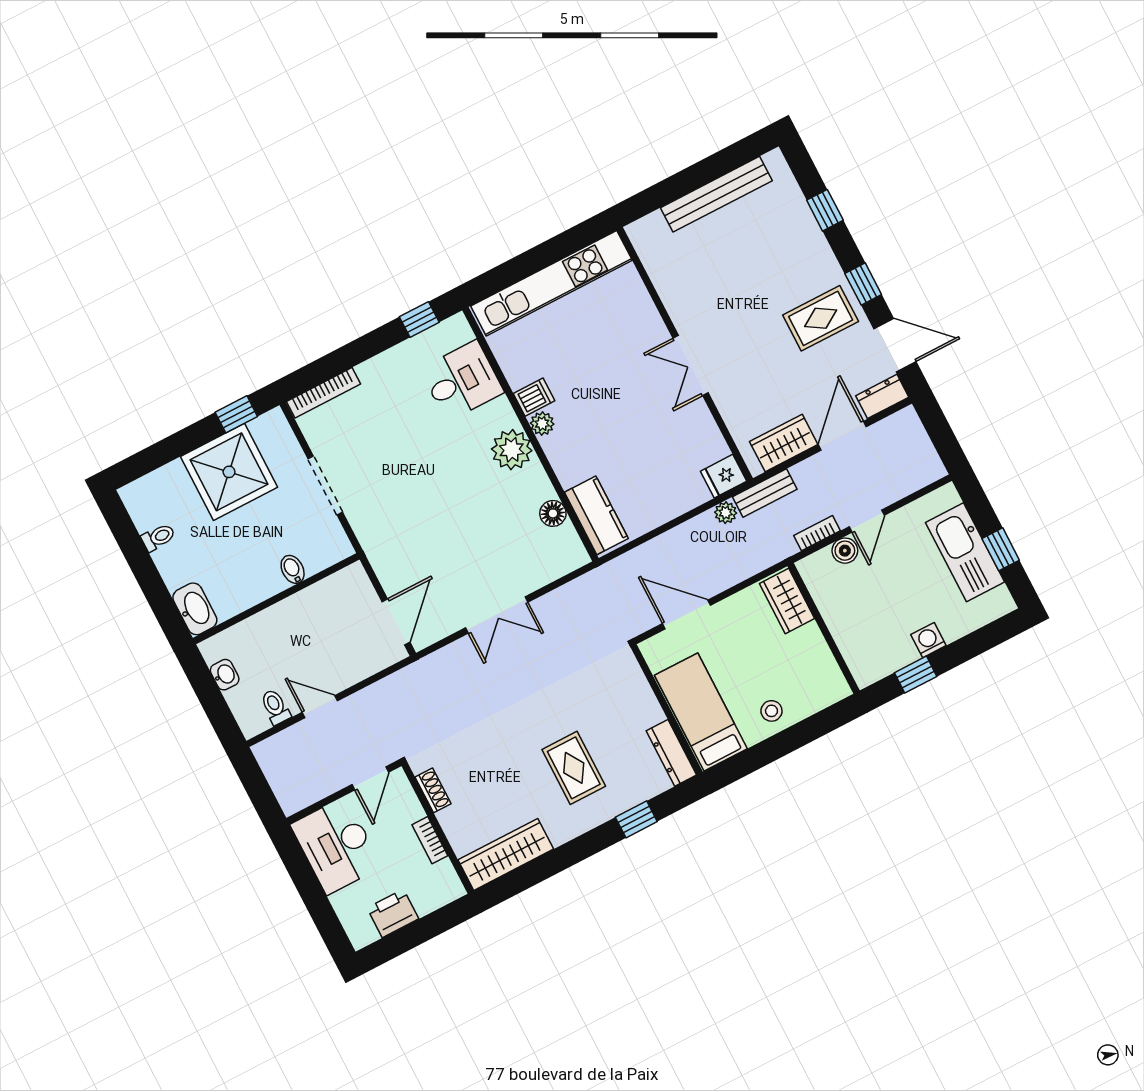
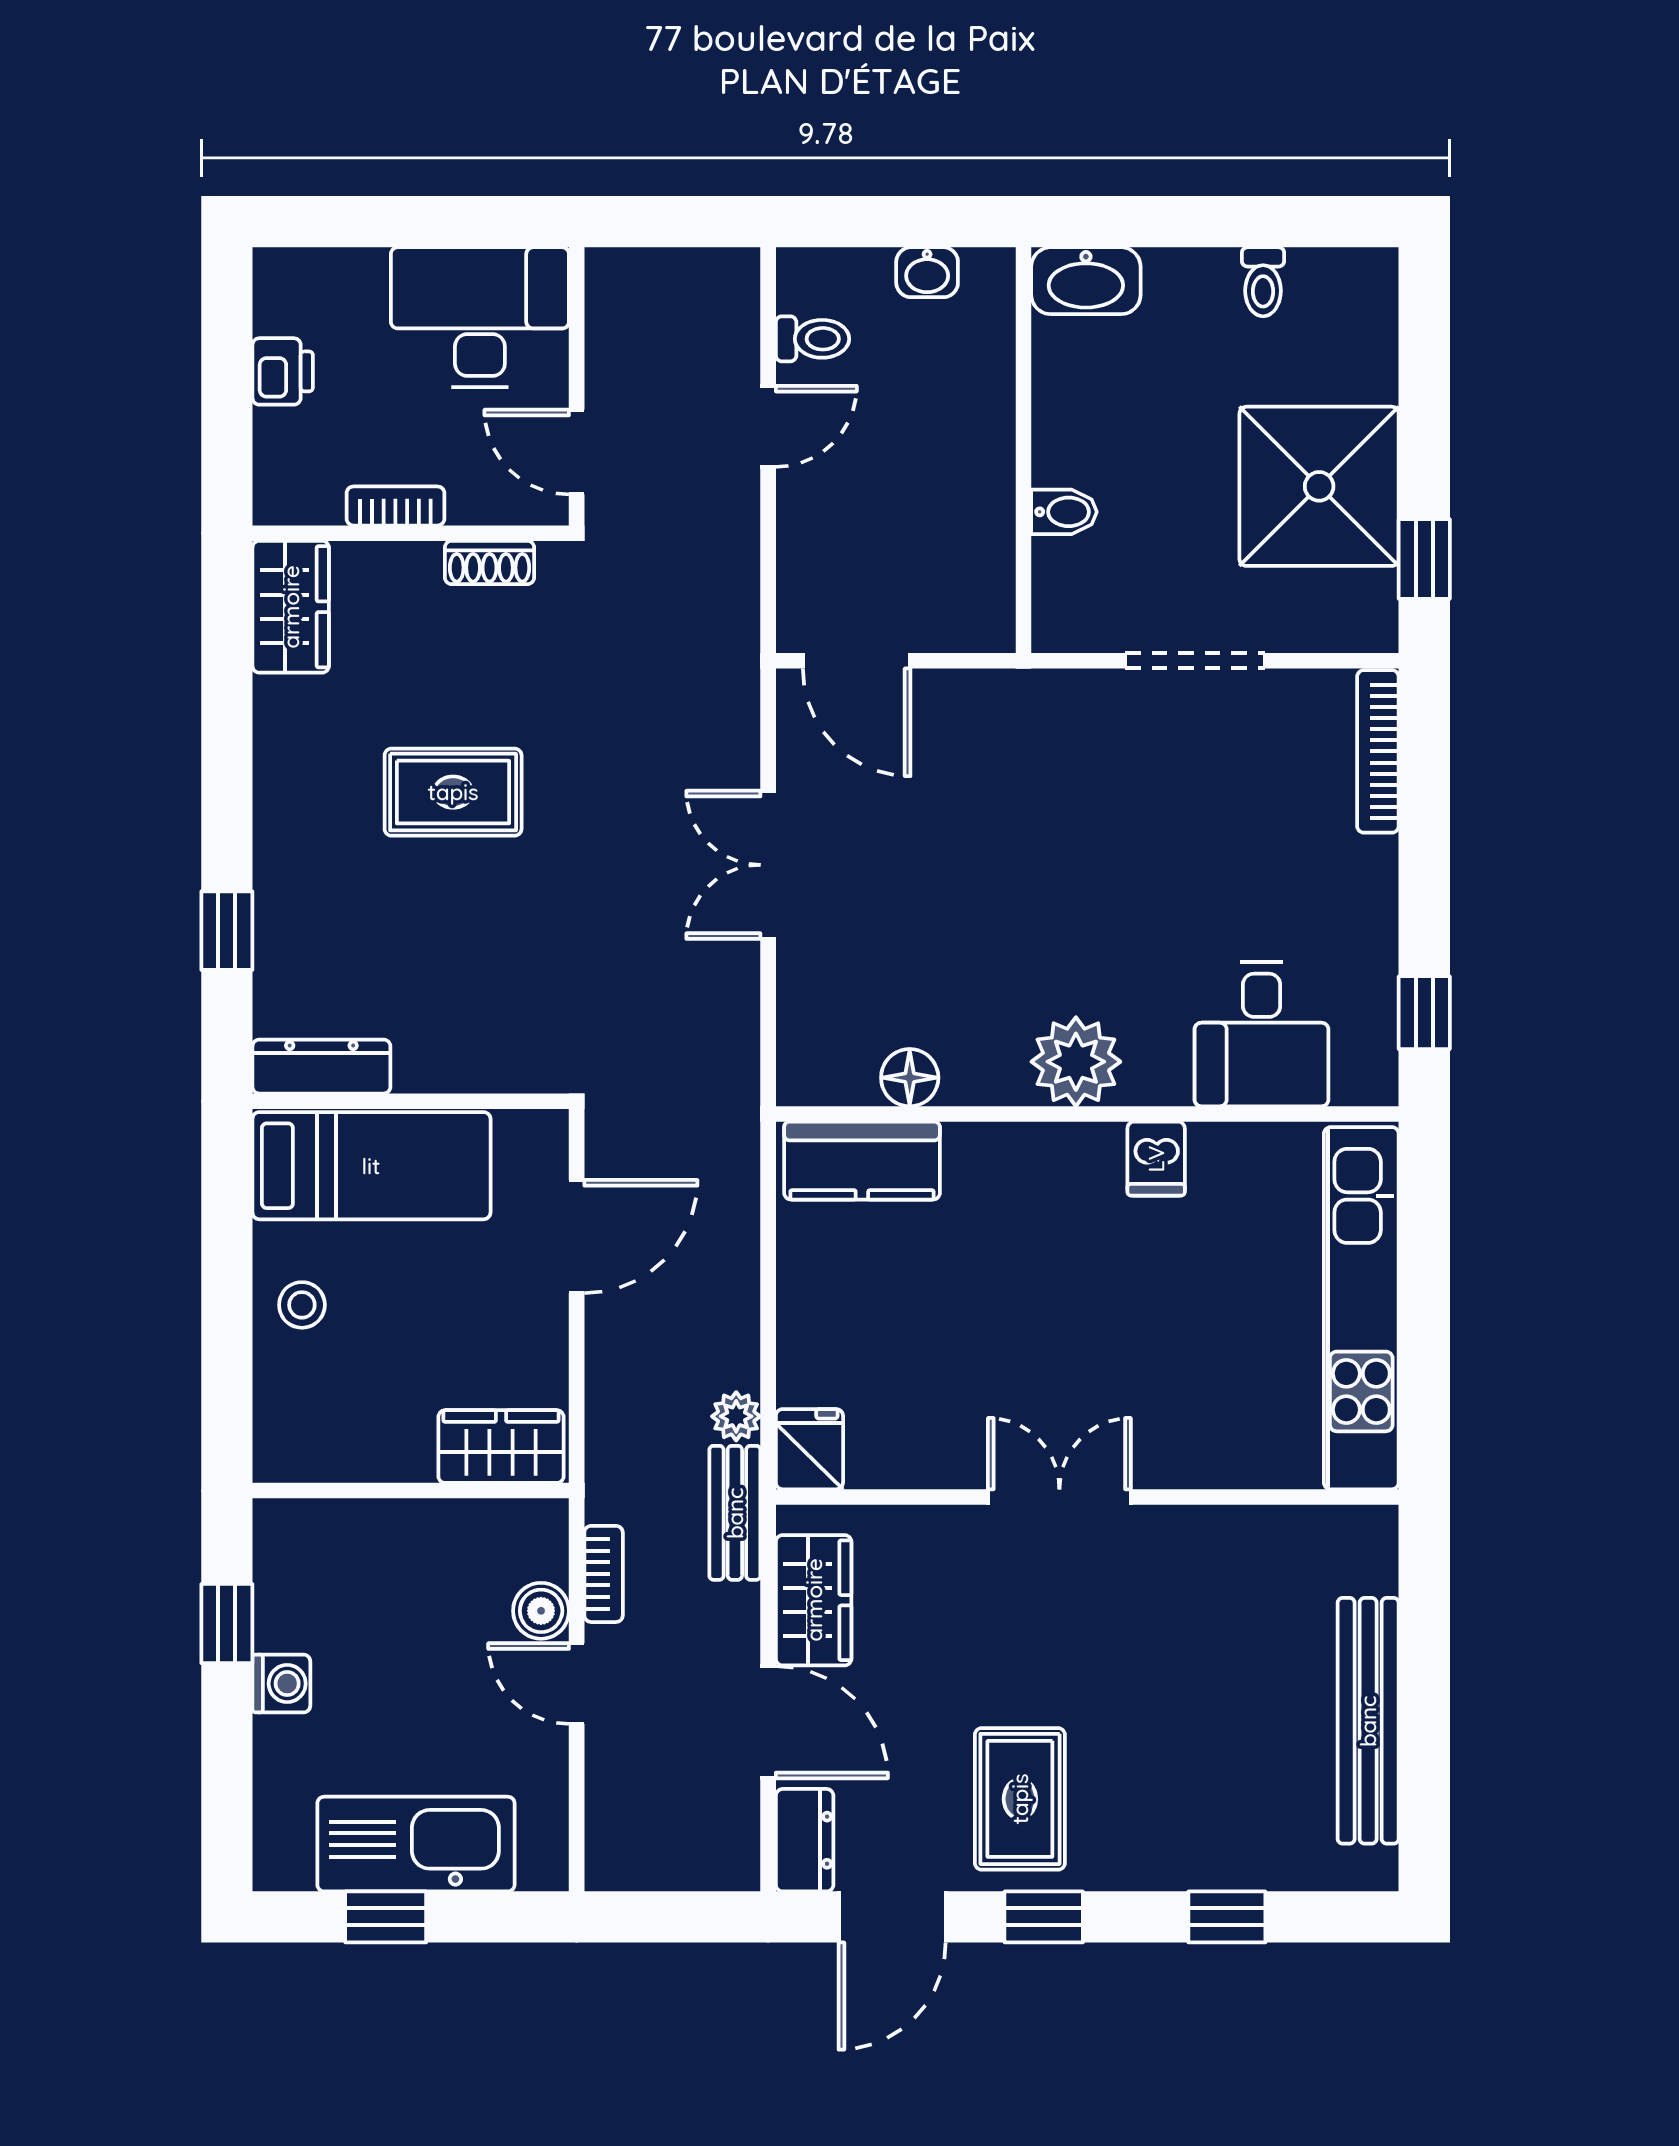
plant: (542, 424) -> (1096, 1148), removed
rug: (574, 768) -> (453, 792), moved
wardrobe: (506, 854) -> (291, 607), width x0.67
printer: (393, 913) -> (283, 371), width x0.73, depth x0.81

